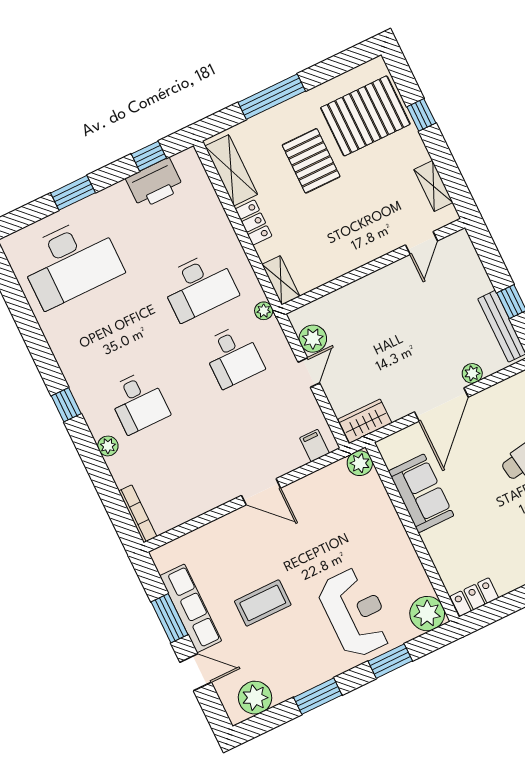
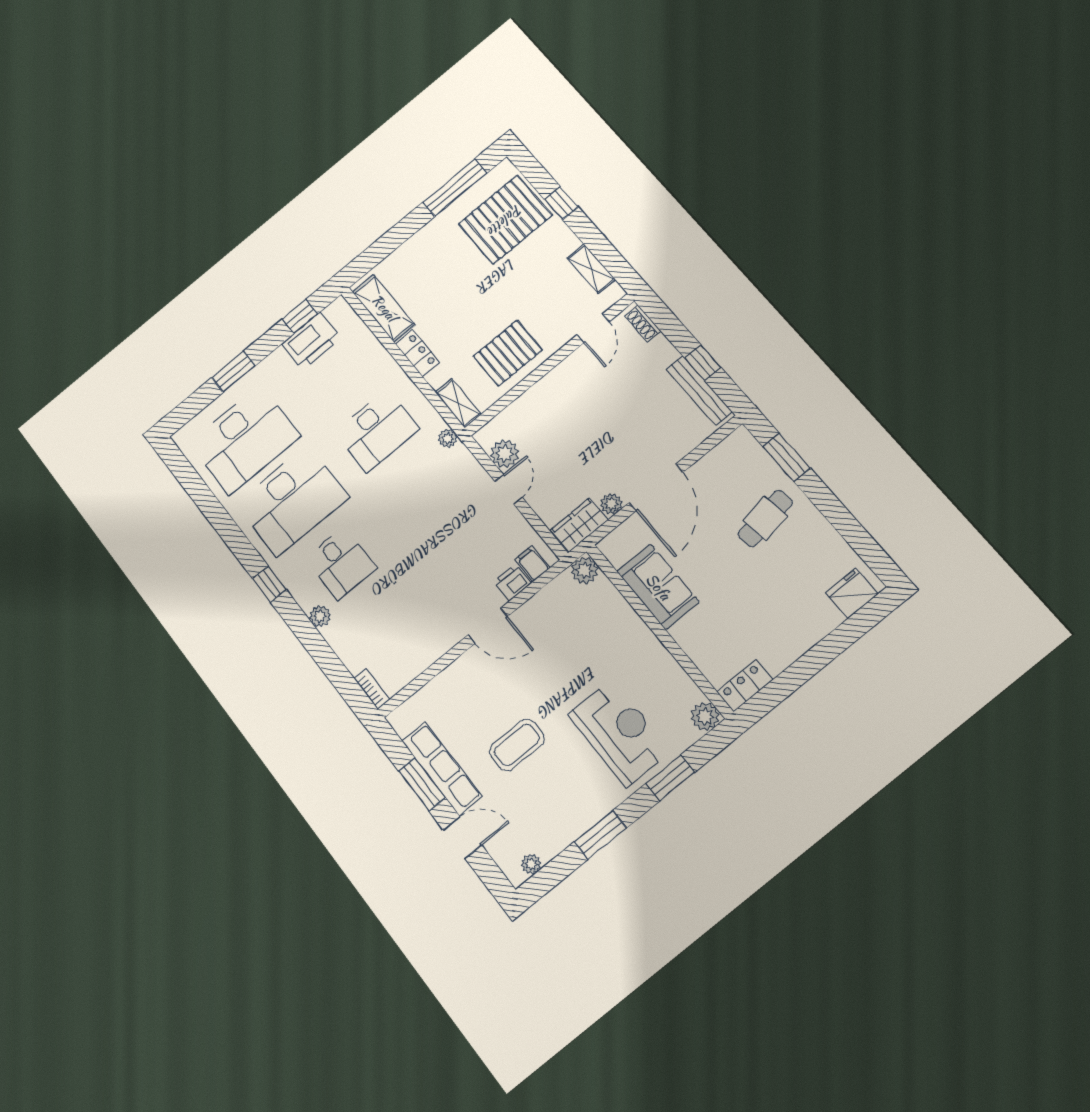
window: (272, 97) -> (455, 188), moved
pallet: (311, 161) -> (508, 353), moved, turned 90
shoe rack: (467, 251) -> (643, 323), added
desk: (233, 356) -> (292, 501), moved, width x1.87, depth x1.30
plant: (472, 373) -> (611, 504), moved
printer: (292, 458) -> (512, 582), added
bookcase: (138, 514) -> (372, 689), width x0.64
plant: (427, 614) -> (705, 717), width x0.73, depth x0.73
plant: (255, 698) -> (531, 864), width x0.53, depth x0.53

